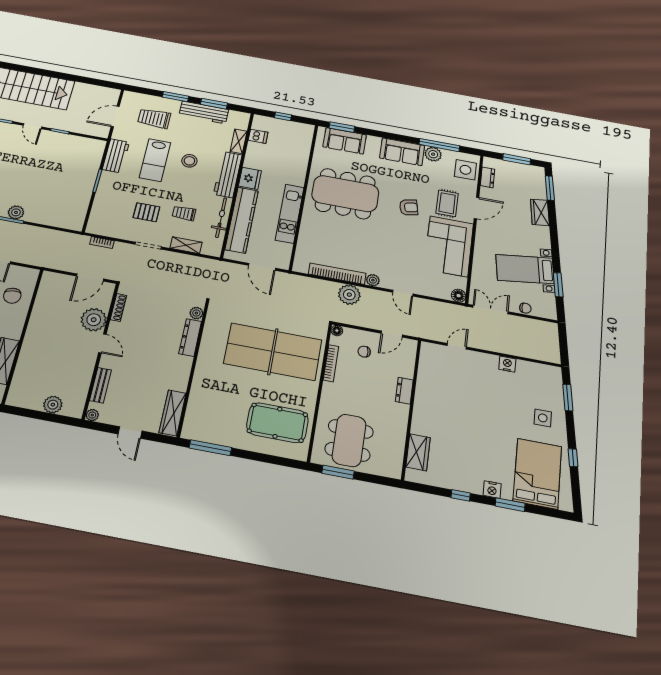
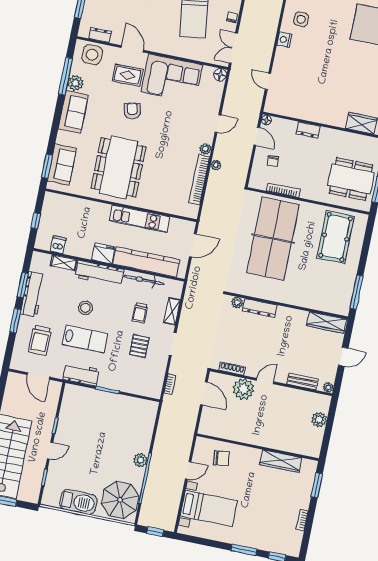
plant: (349, 295) -> (216, 165), width x0.53, depth x0.53
floor lamp: (337, 331) -> (266, 120), moved
side table: (543, 418) -> (301, 19), moved

